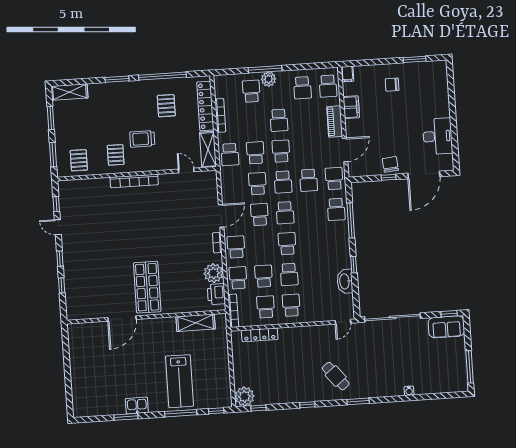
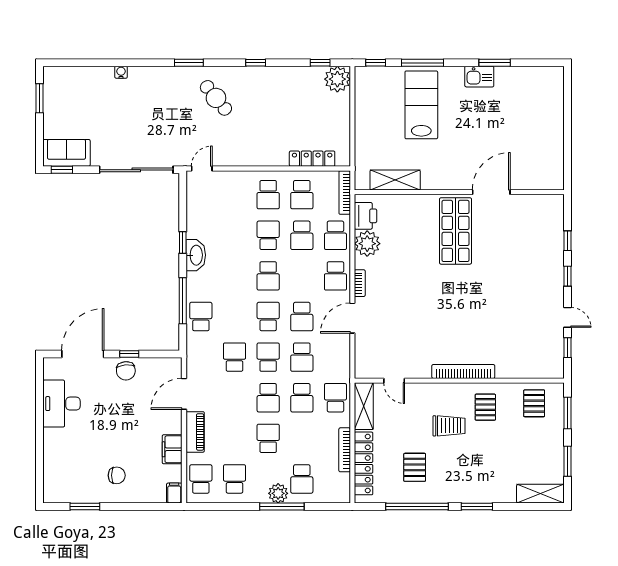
school desk: (334, 179) -> (201, 357), removed
washbasin: (345, 281) -> (196, 255), moved
window: (470, 367) -> (40, 98), width x0.69

